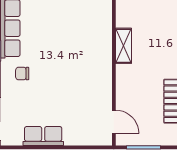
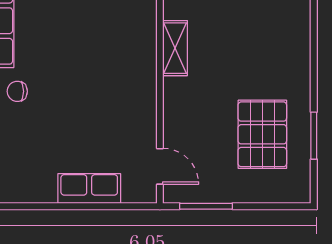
row of seats: (43, 136) -> (89, 188), moved

